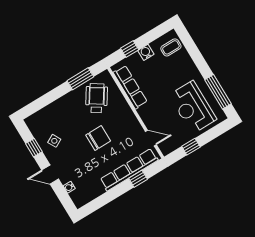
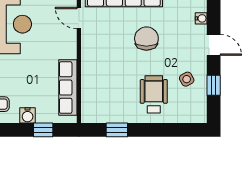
window: (80, 79) -> (117, 130), width x0.67
wheelchair: (97, 98) -> (154, 94), moved, turned 147
chair: (98, 138) -> (146, 39), moved, turned 90

